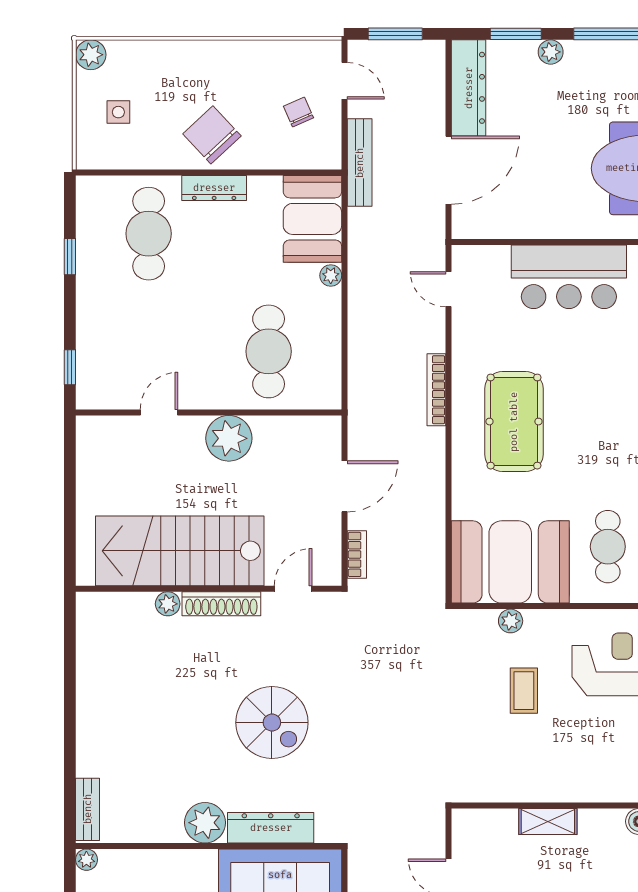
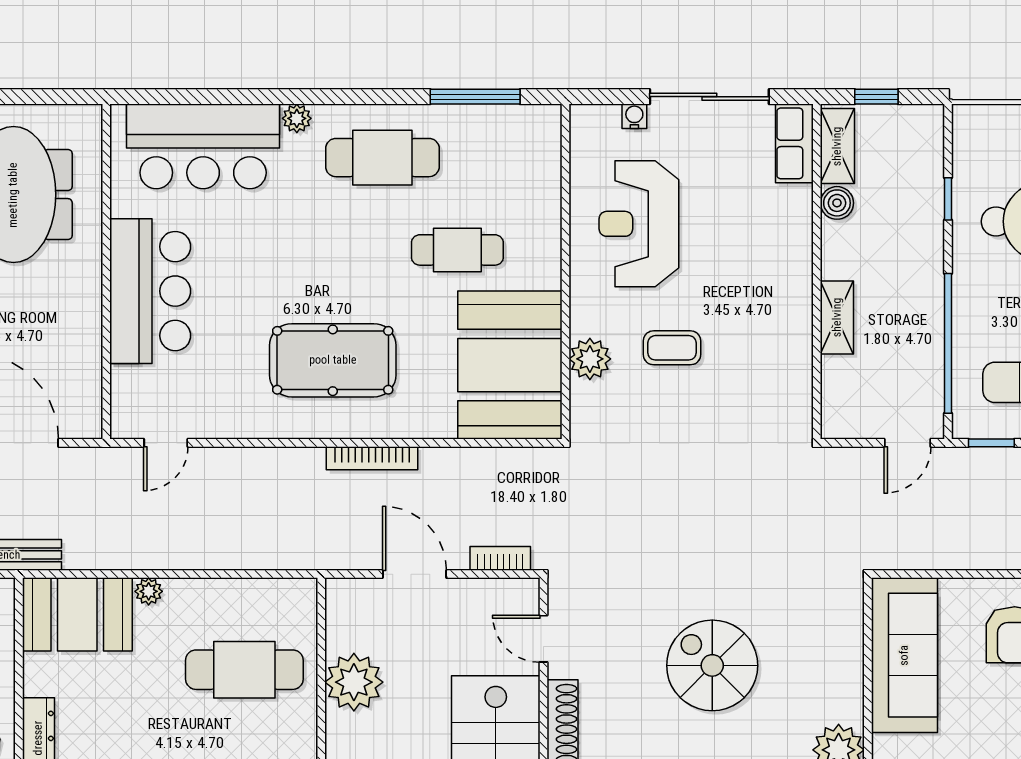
bookcase: (436, 390) -> (372, 458), moved
plant: (229, 438) -> (354, 682), moved
cafe table: (608, 547) -> (457, 250), moved
plant: (511, 621) -> (590, 359), width x1.38, depth x1.38
spiral stairs: (272, 723) -> (712, 665), turned -90
dresser: (271, 828) -> (845, 667), removed

